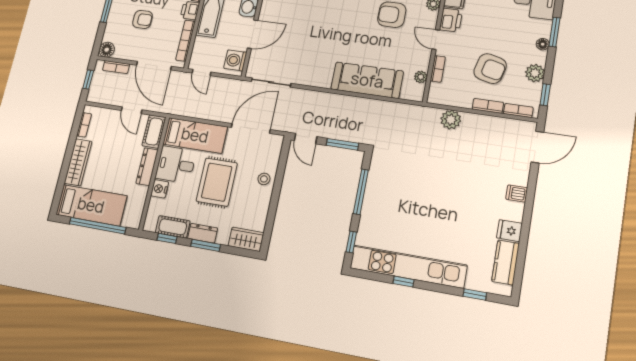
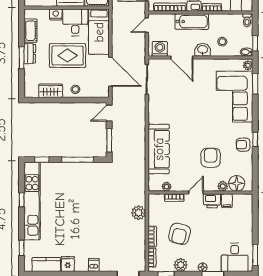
window: (167, 238) -> (22, 29), removed
wardrobe: (246, 239) -> (51, 91), moved, turned -90

